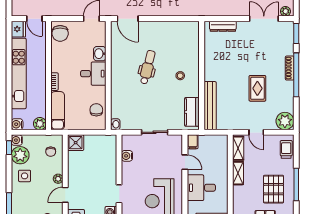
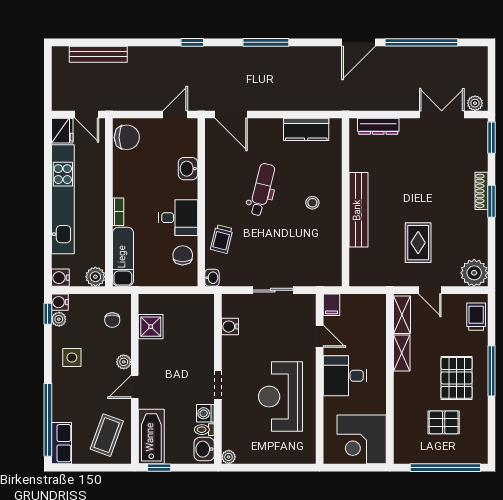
chair: (60, 33) -> (127, 137), turned -90
desk: (93, 74) -> (178, 218), moved
window: (296, 75) -> (492, 201), width x0.47
rug: (257, 88) -> (418, 243), moved
trolley: (122, 99) -> (222, 239), added
bench: (210, 106) -> (358, 210), moved
kitchen counter: (192, 112) -> (306, 129), moved, turned -90
shower: (76, 143) -> (151, 327), moved
plant: (20, 155) -> (59, 319), width x0.53, depth x0.53

